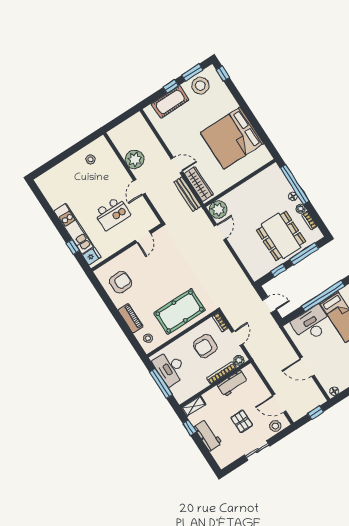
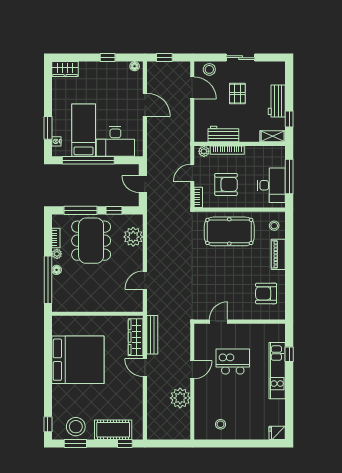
window: (171, 86) -> (125, 444), moved
plant: (218, 210) -> (133, 237), moved
fridge: (92, 256) -> (277, 433), moved

